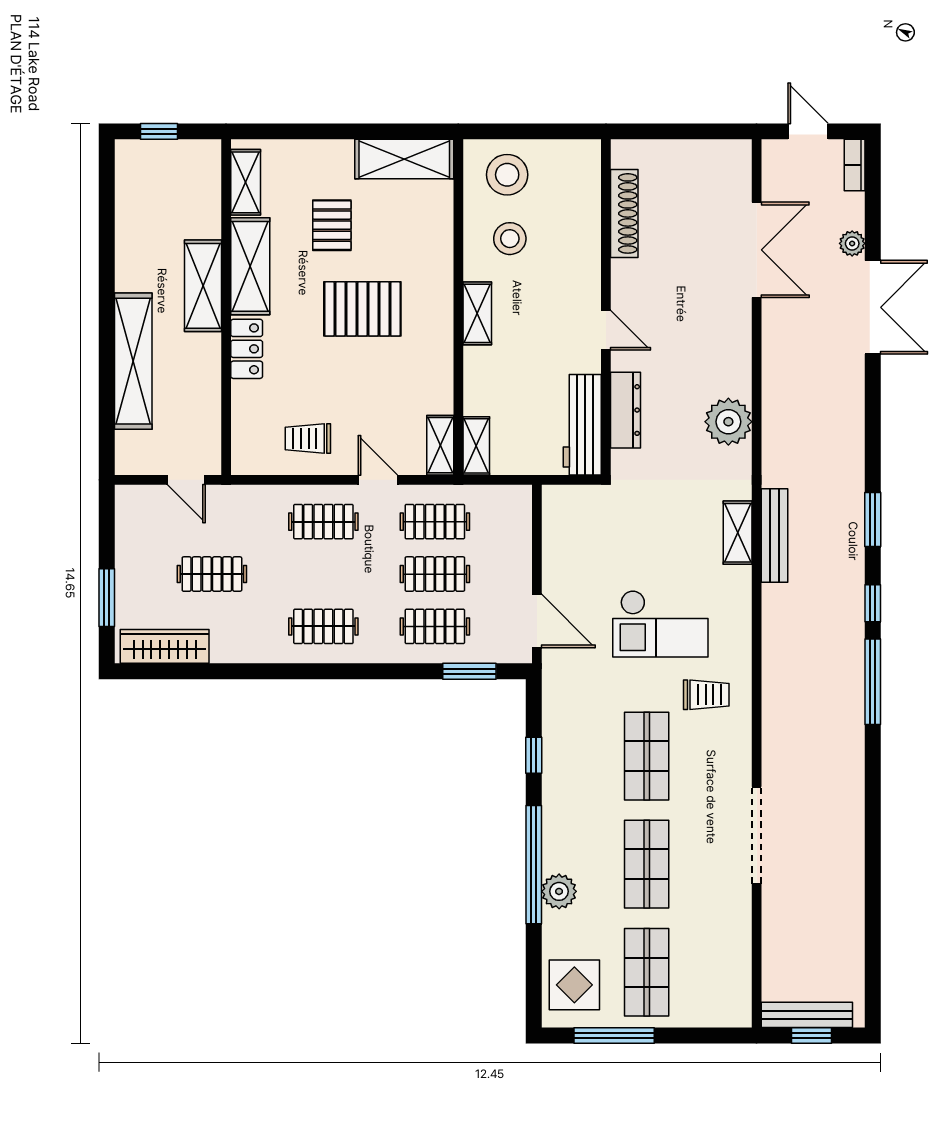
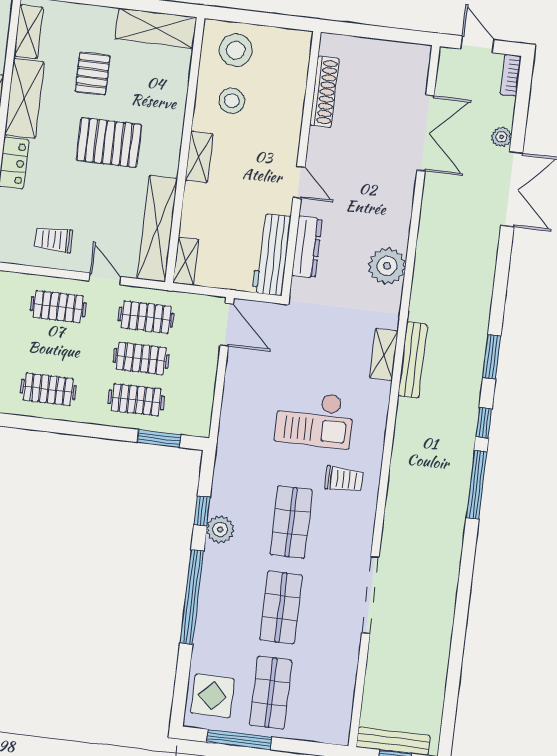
shelving: (440, 445) -> (157, 229), width x2.20, depth x1.33
door: (537, 621) -> (227, 325), moved
plant: (559, 891) -> (220, 529), moved

